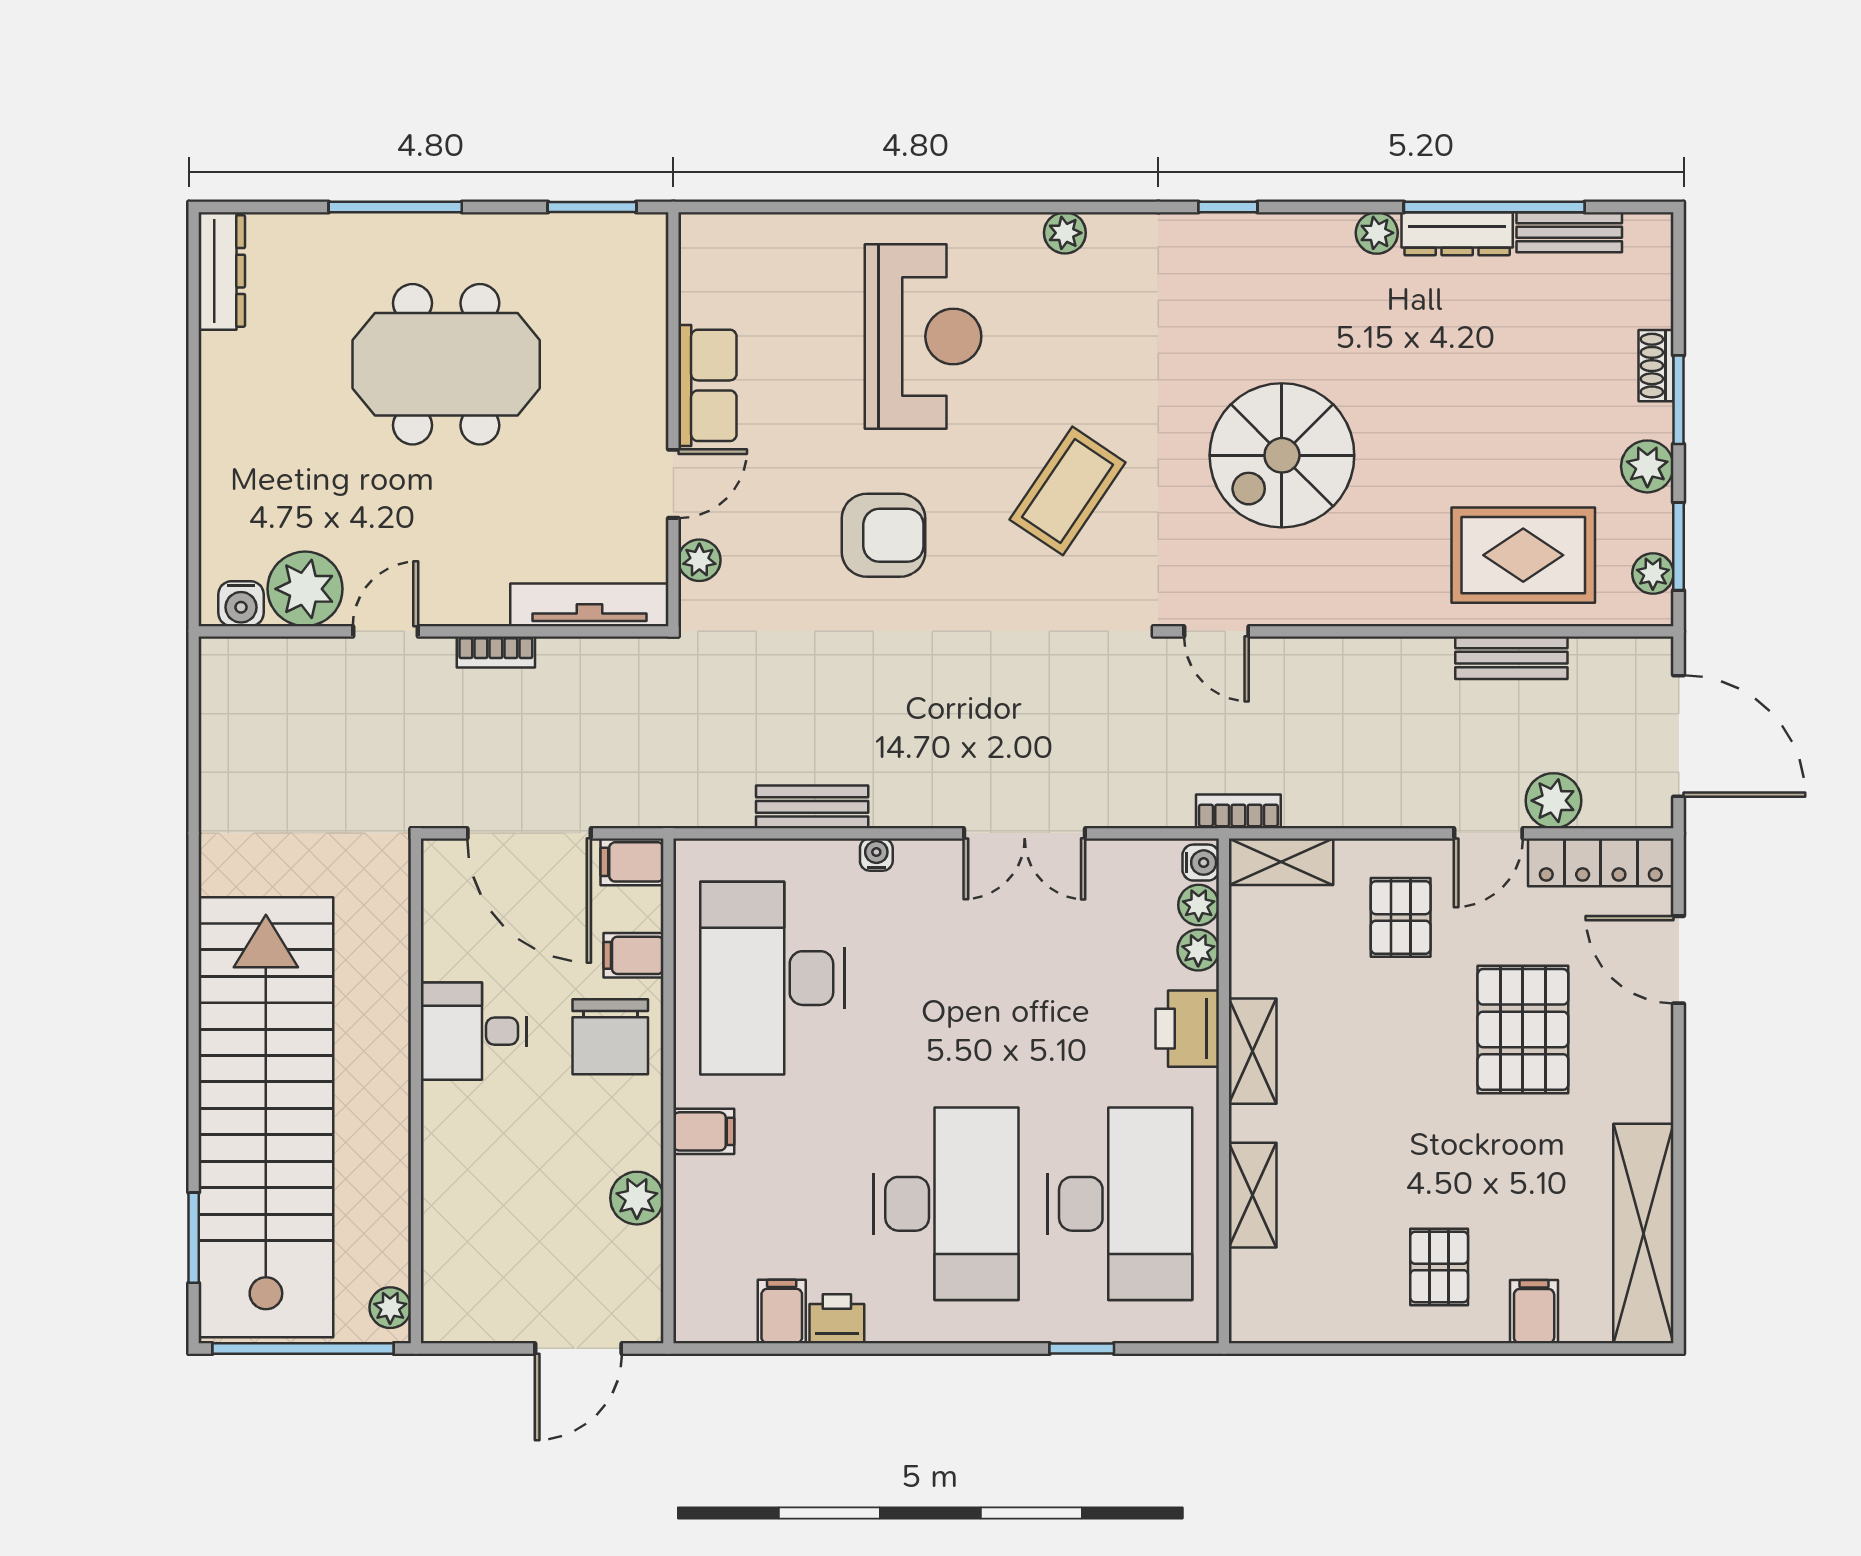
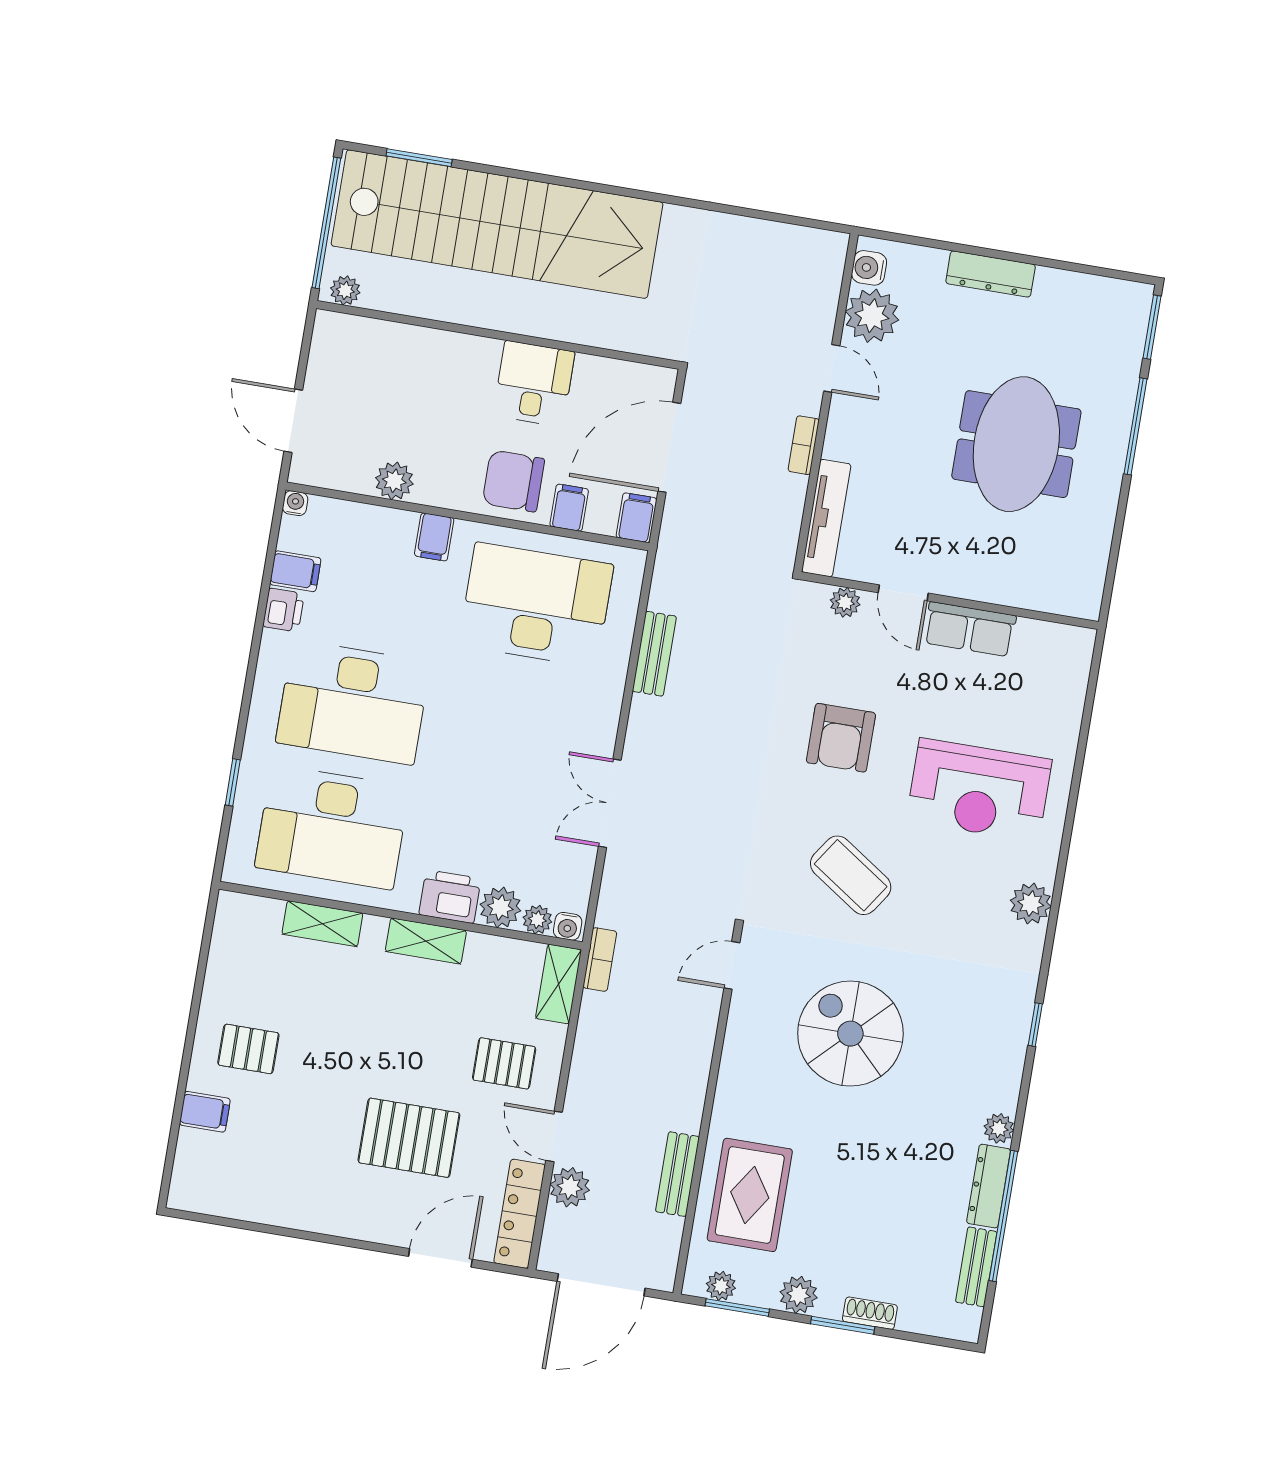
window: (592, 207) -> (1152, 327), moved
plant: (1065, 233) -> (1031, 904), width x1.38, depth x1.38
dresser: (222, 271) -> (991, 274), moved
water cooler: (876, 855) -> (295, 503), moved, turned -90
plant: (1198, 950) -> (500, 907), width x1.38, depth x1.38
shelving: (1643, 1233) -> (248, 1200), removed

